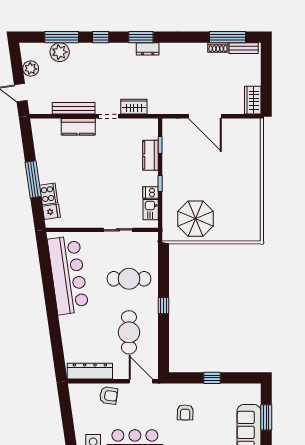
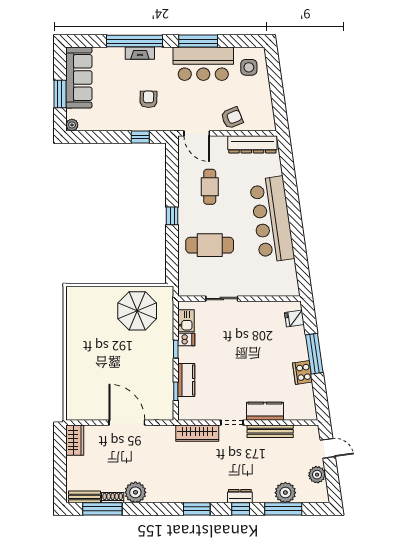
dresser: (148, 49) -> (240, 496), moved
plant: (197, 52) -> (135, 492), added
wardrobe: (134, 107) -> (197, 433), width x1.50
cooker: (49, 194) -> (302, 372), moved
bar counter: (68, 275) -> (272, 219), moved
cafe table: (129, 332) -> (210, 187), width x0.73, depth x0.74
window: (212, 378) -> (140, 137), moved
plant: (255, 389) -> (72, 125), added
armchair: (109, 395) -> (232, 118), turned 150

